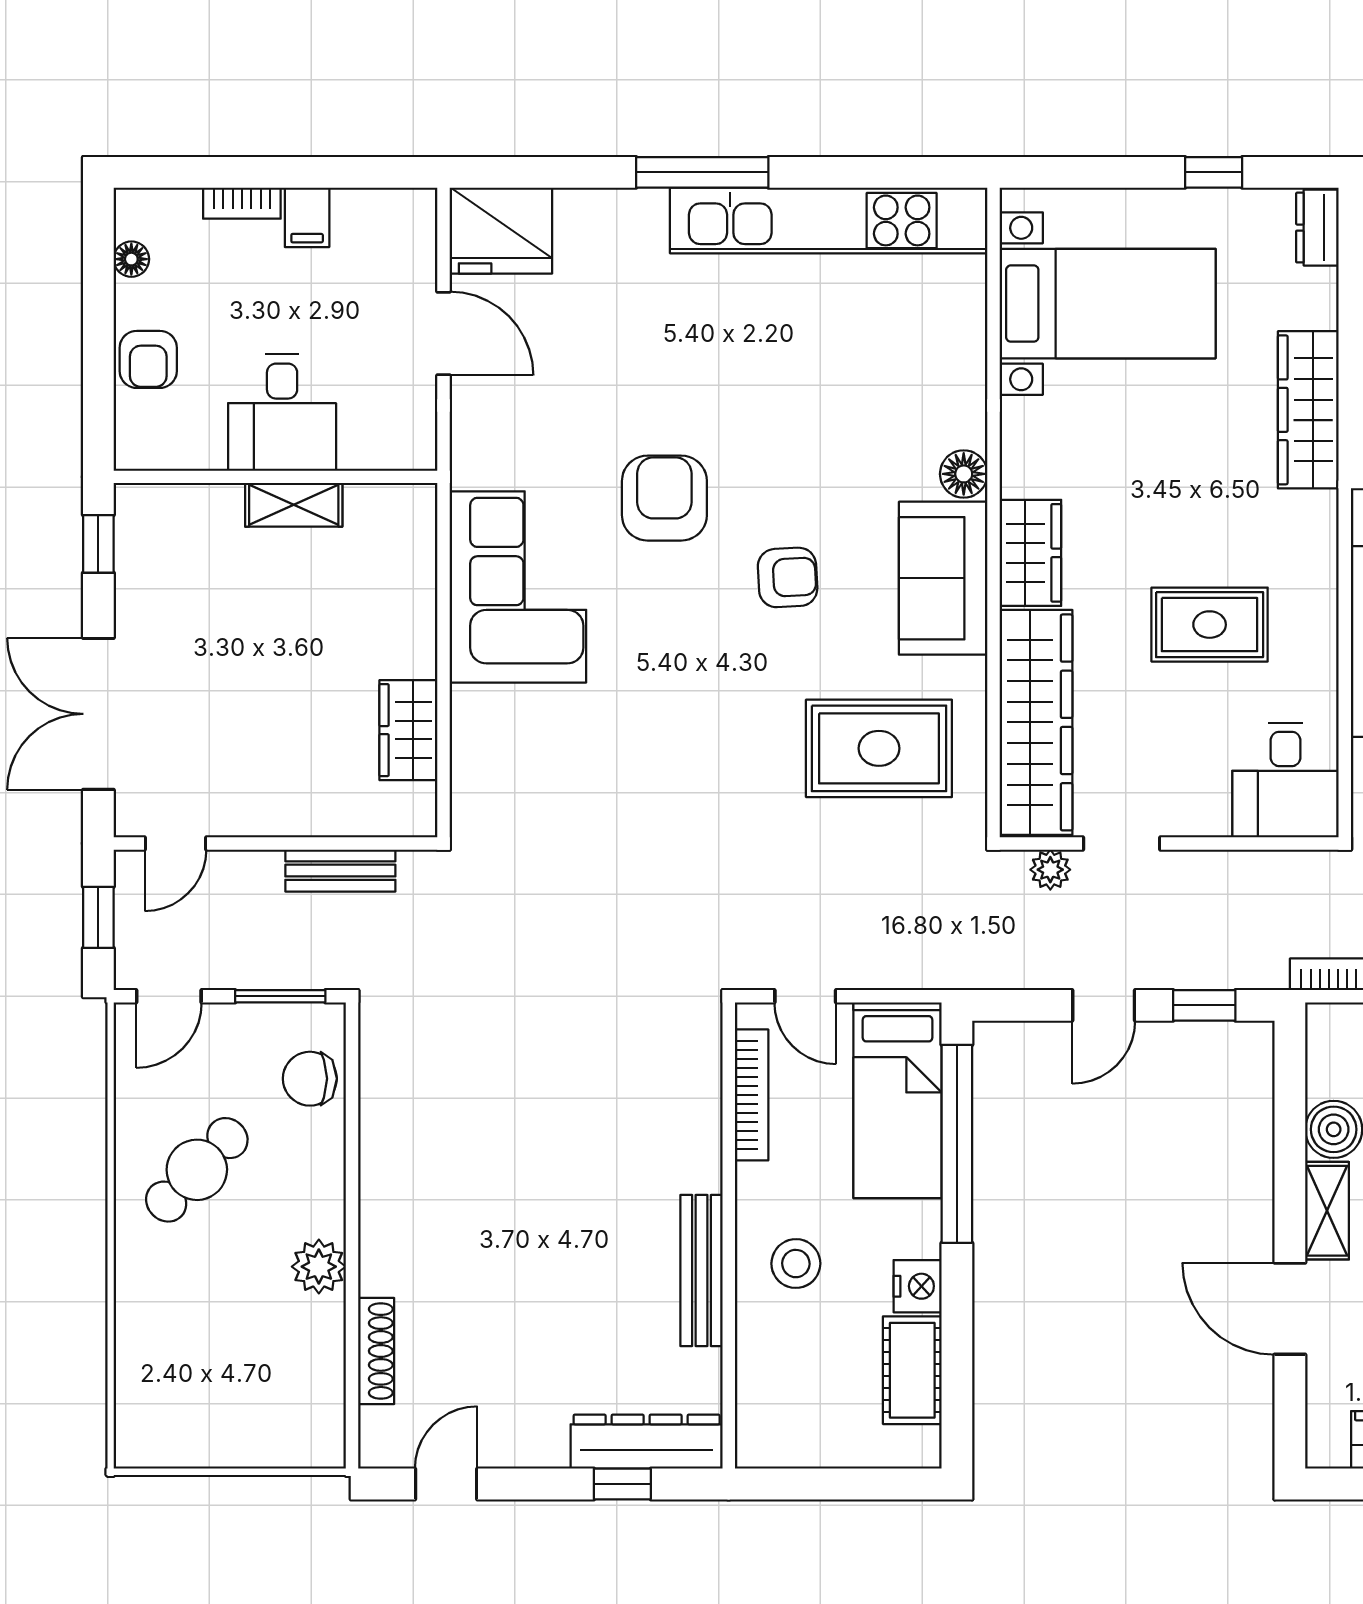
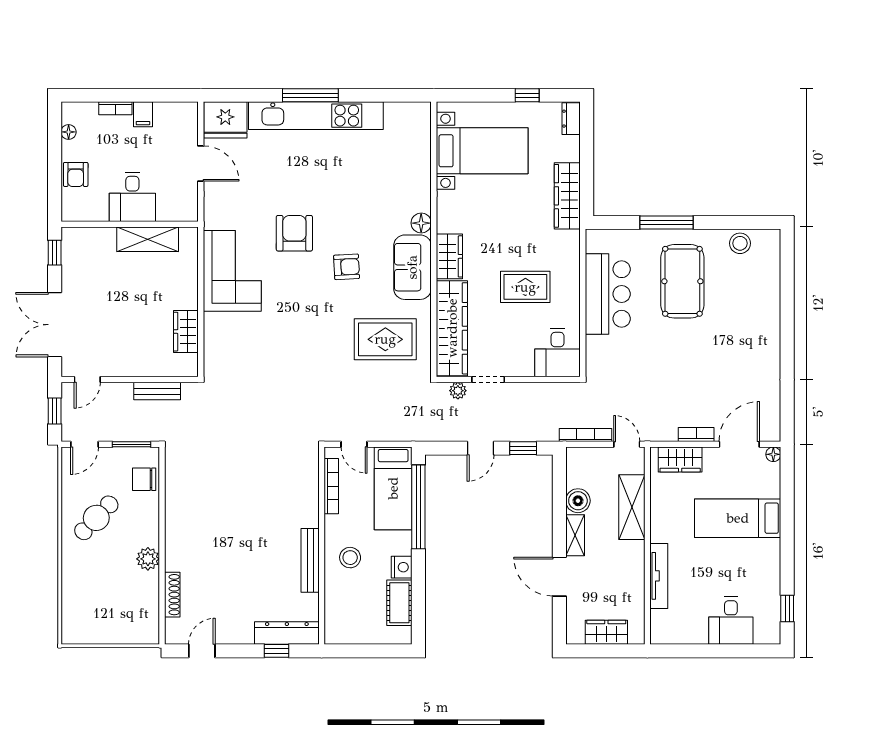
kitchen unit: (829, 220) -> (316, 116), moved
shelving: (294, 505) -> (148, 239), width x1.50, depth x1.33

